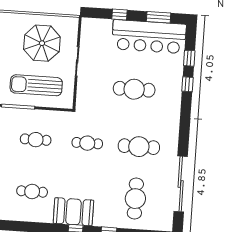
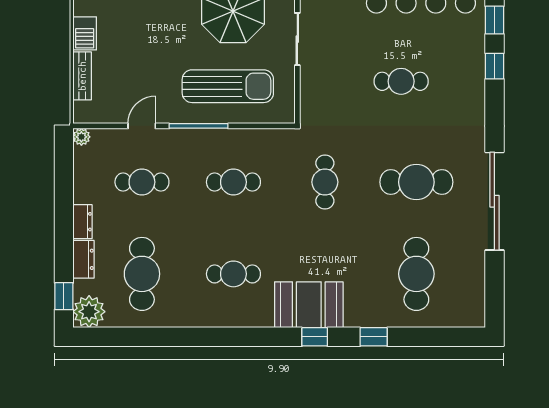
sun lounger: (36, 85) -> (228, 86), turned 180
cafe table: (134, 89) -> (401, 81), width x0.73, depth x0.74
cafe table: (87, 143) -> (325, 182), turned 90
sliding door: (181, 184) -> (494, 201), moved

